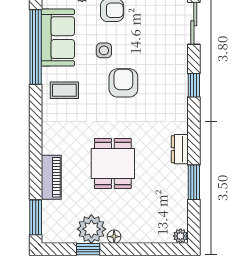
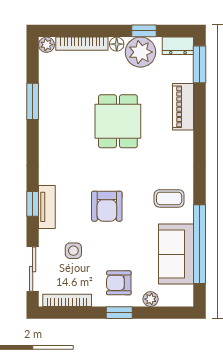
side table: (104, 50) -> (73, 251), moved
tv unit: (180, 82) -> (47, 207), added
dresser: (180, 149) -> (178, 46), moved, turned 90
bookcase: (147, 237) -> (82, 44), added

